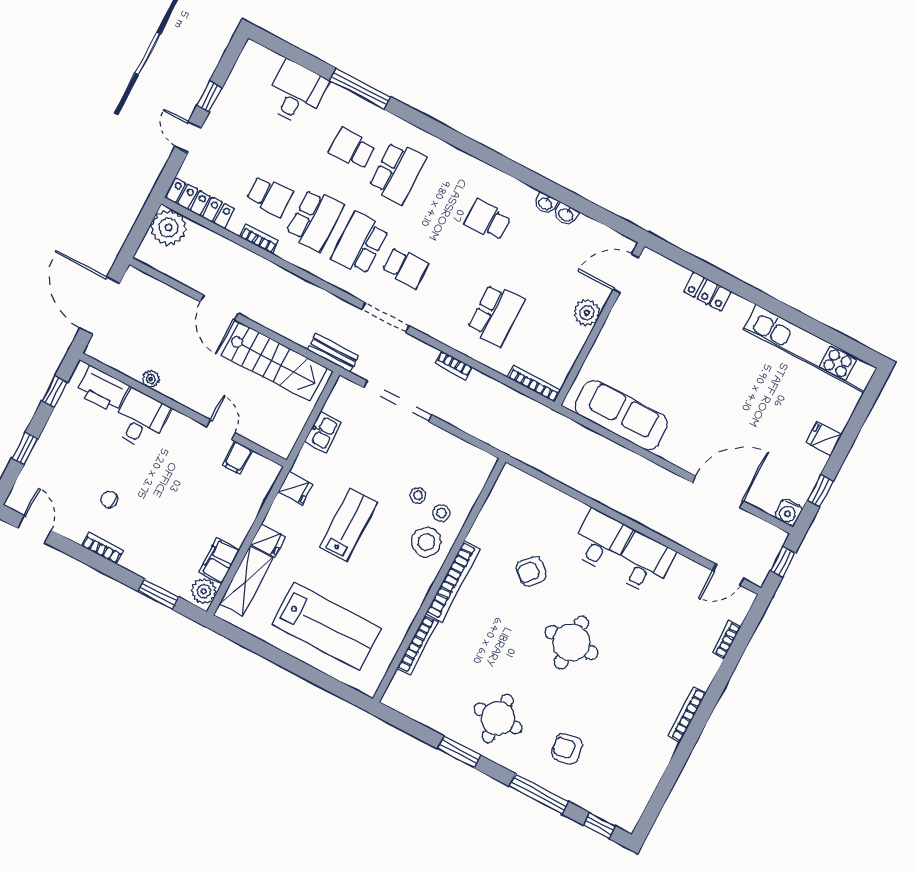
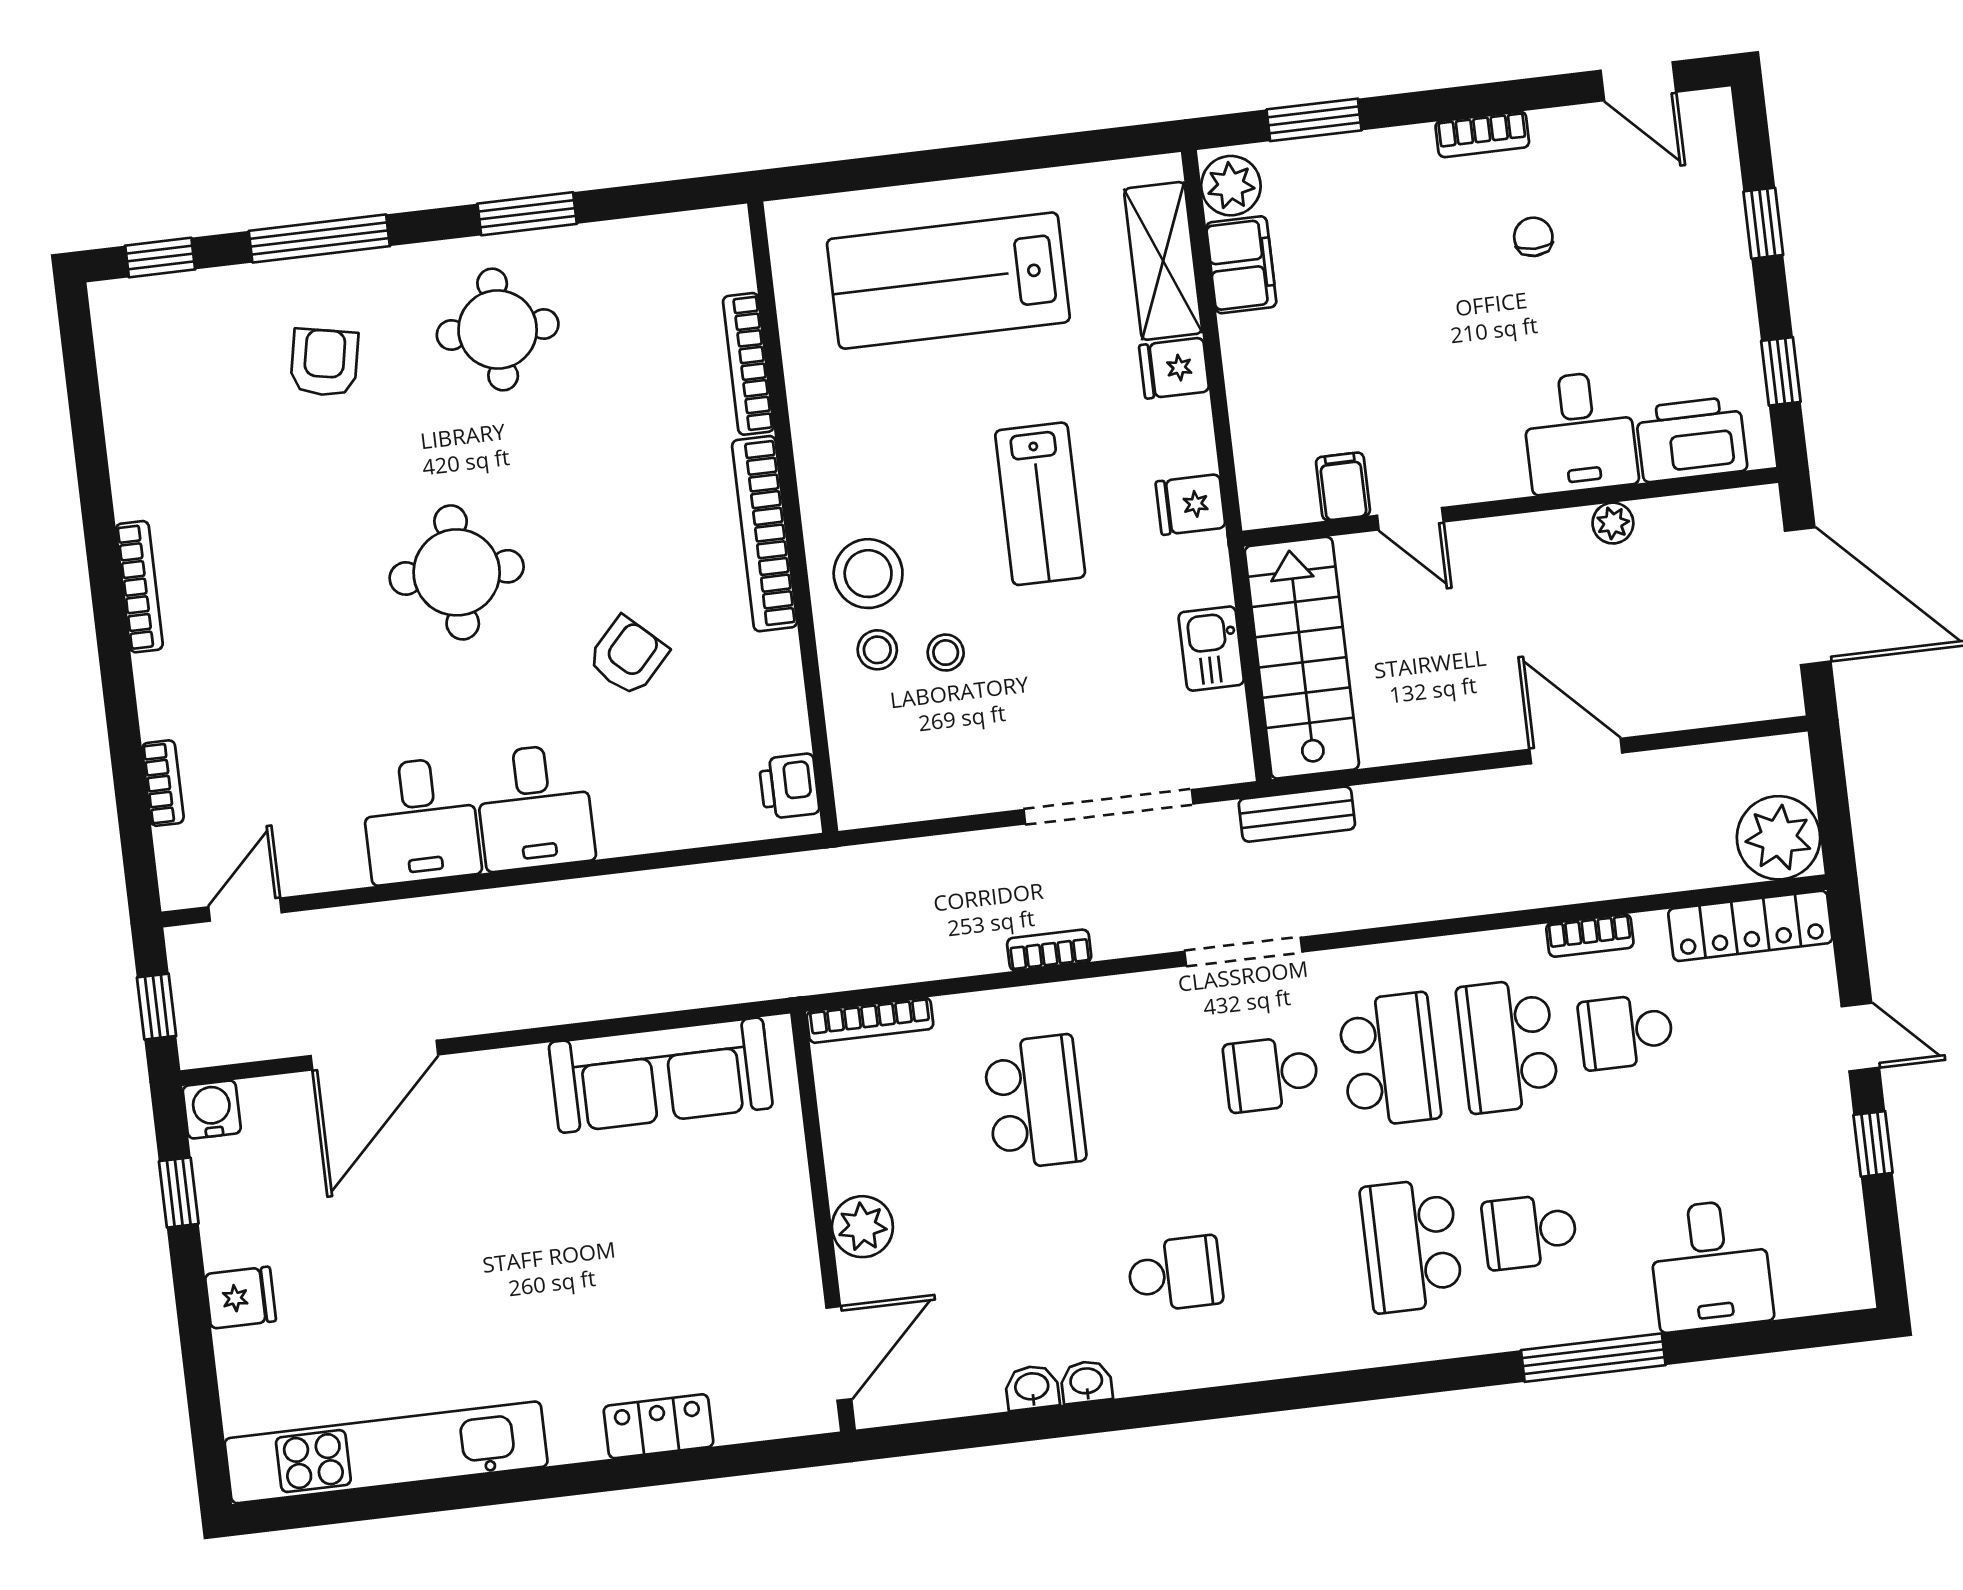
school desk: (352, 149) -> (1530, 1231), turned 180
school desk: (496, 315) -> (1035, 1102), turned 180
stairs: (274, 362) -> (1302, 658), moved, turned 90
printer: (506, 486) -> (789, 786), added
chair: (109, 500) -> (1533, 237), turned -90
armchair: (567, 749) -> (324, 363), turned -70

